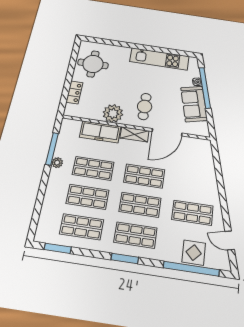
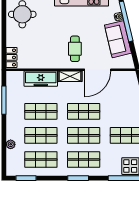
locker: (74, 92) -> (11, 57), moved
plant: (113, 113) -> (49, 60), removed
plant: (57, 163) -> (11, 144), moved

